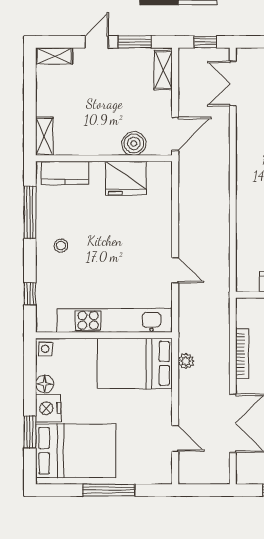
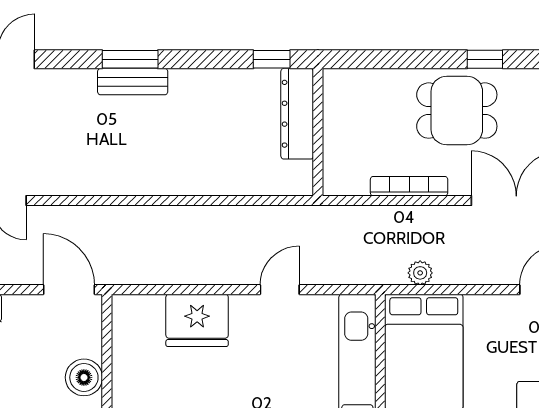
boiler: (134, 143) -> (84, 377), moved
fridge: (126, 178) -> (197, 320), moved, turned 90

